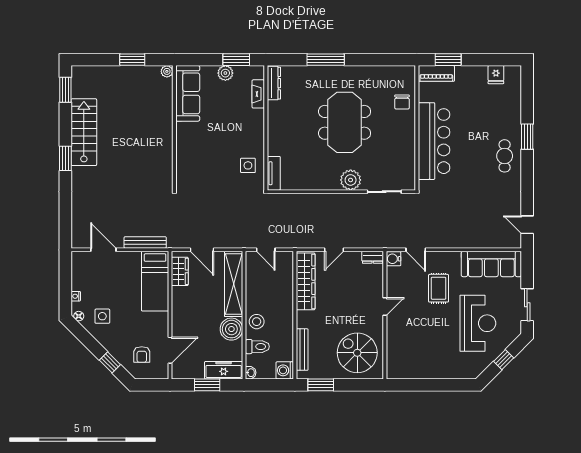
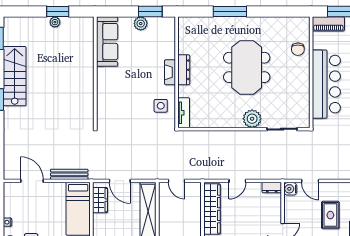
plant: (167, 71) -> (55, 22), moved
dresser: (274, 83) -> (184, 70), moved
fireplace: (258, 94) -> (170, 72), moved

